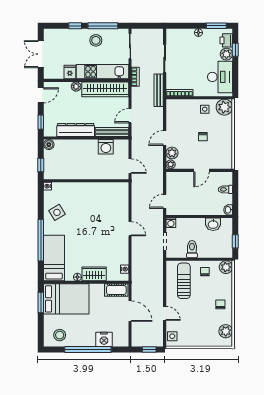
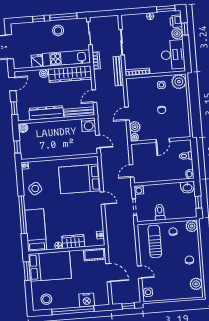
washing machine: (106, 147) -> (89, 125), moved
bed: (107, 206) -> (80, 179), added
washbasin: (213, 224) -> (187, 187), moved

